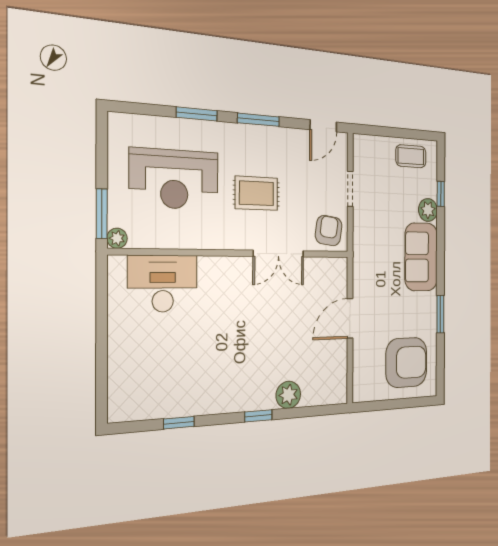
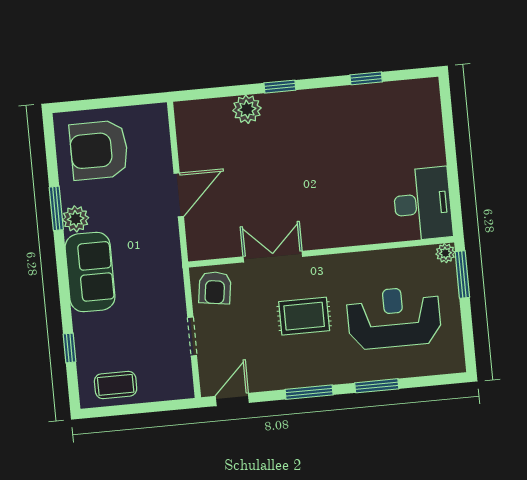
plant: (428, 210) -> (76, 219), moved
desk: (163, 284) -> (423, 204), moved, turned -90

